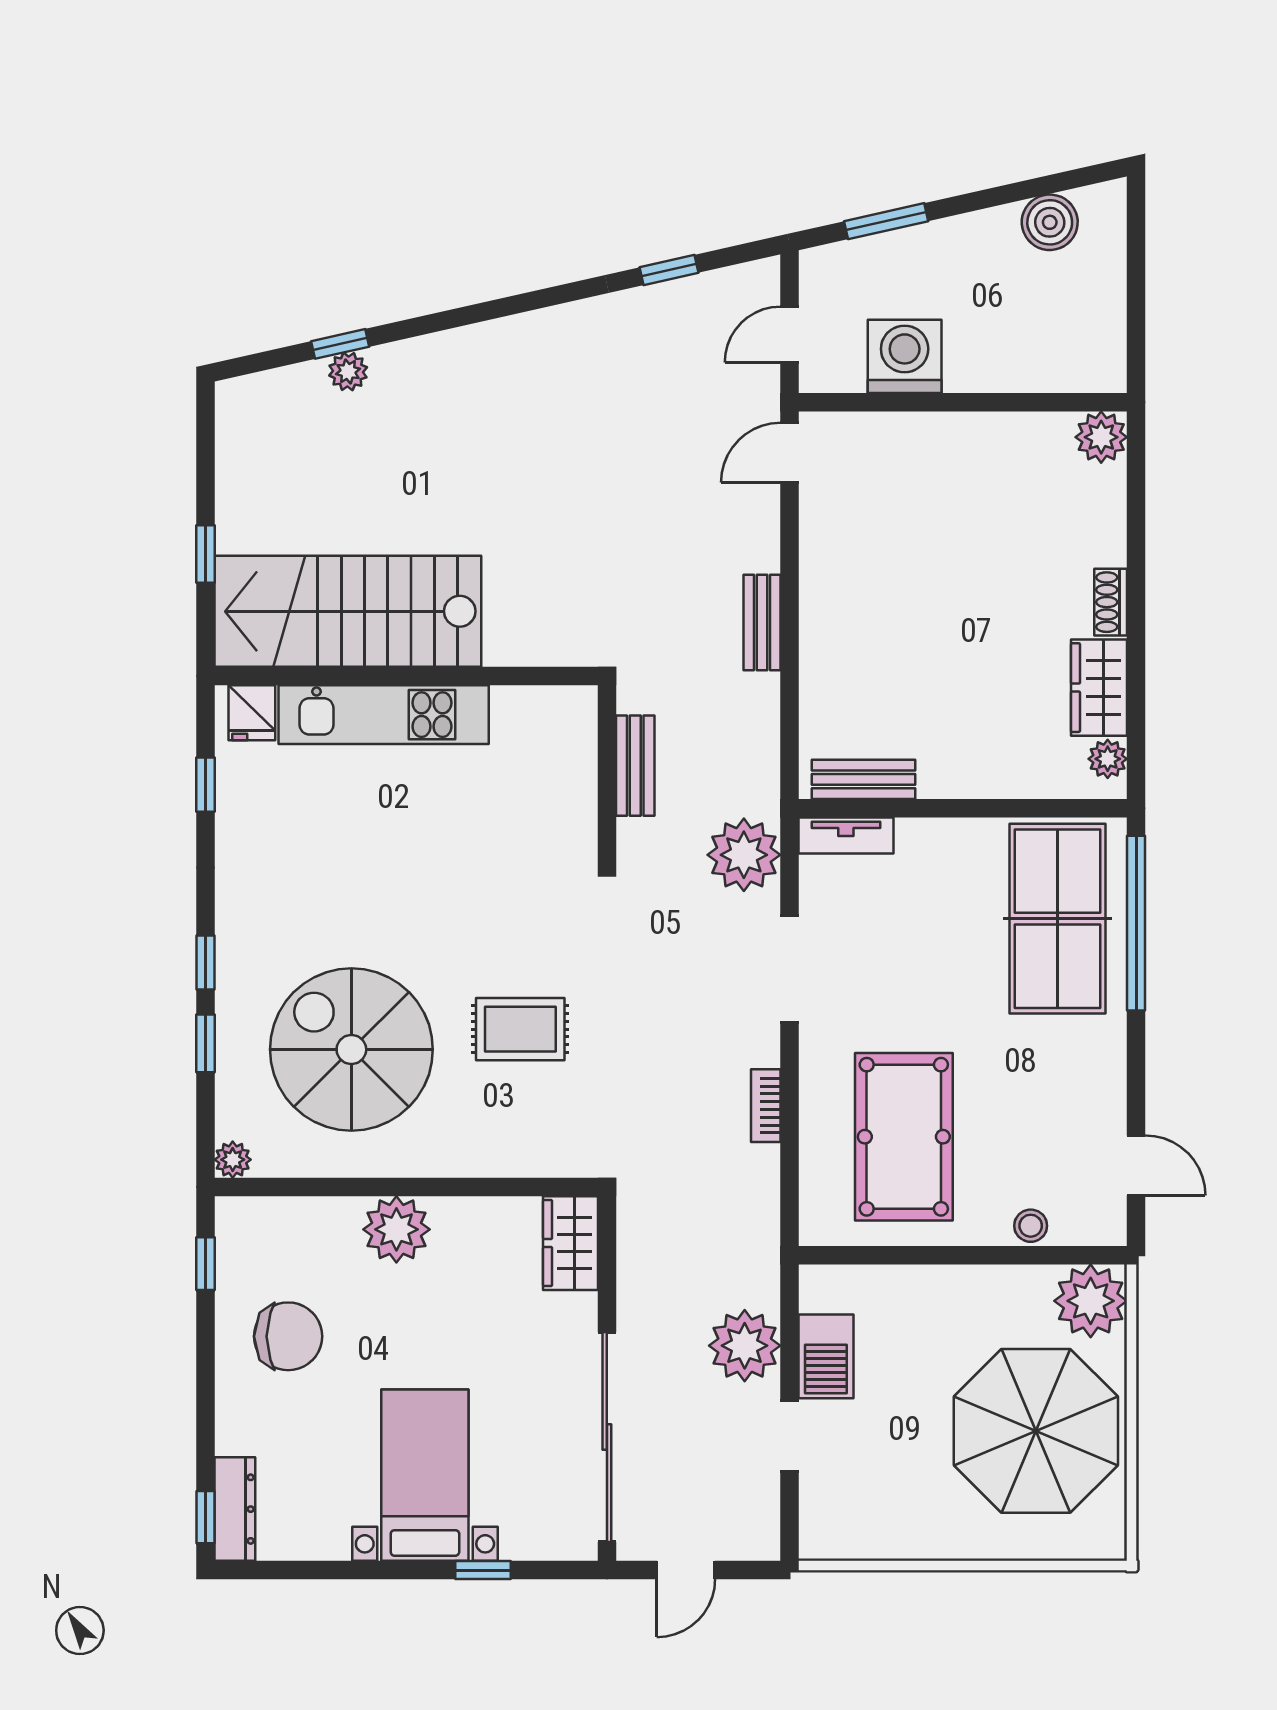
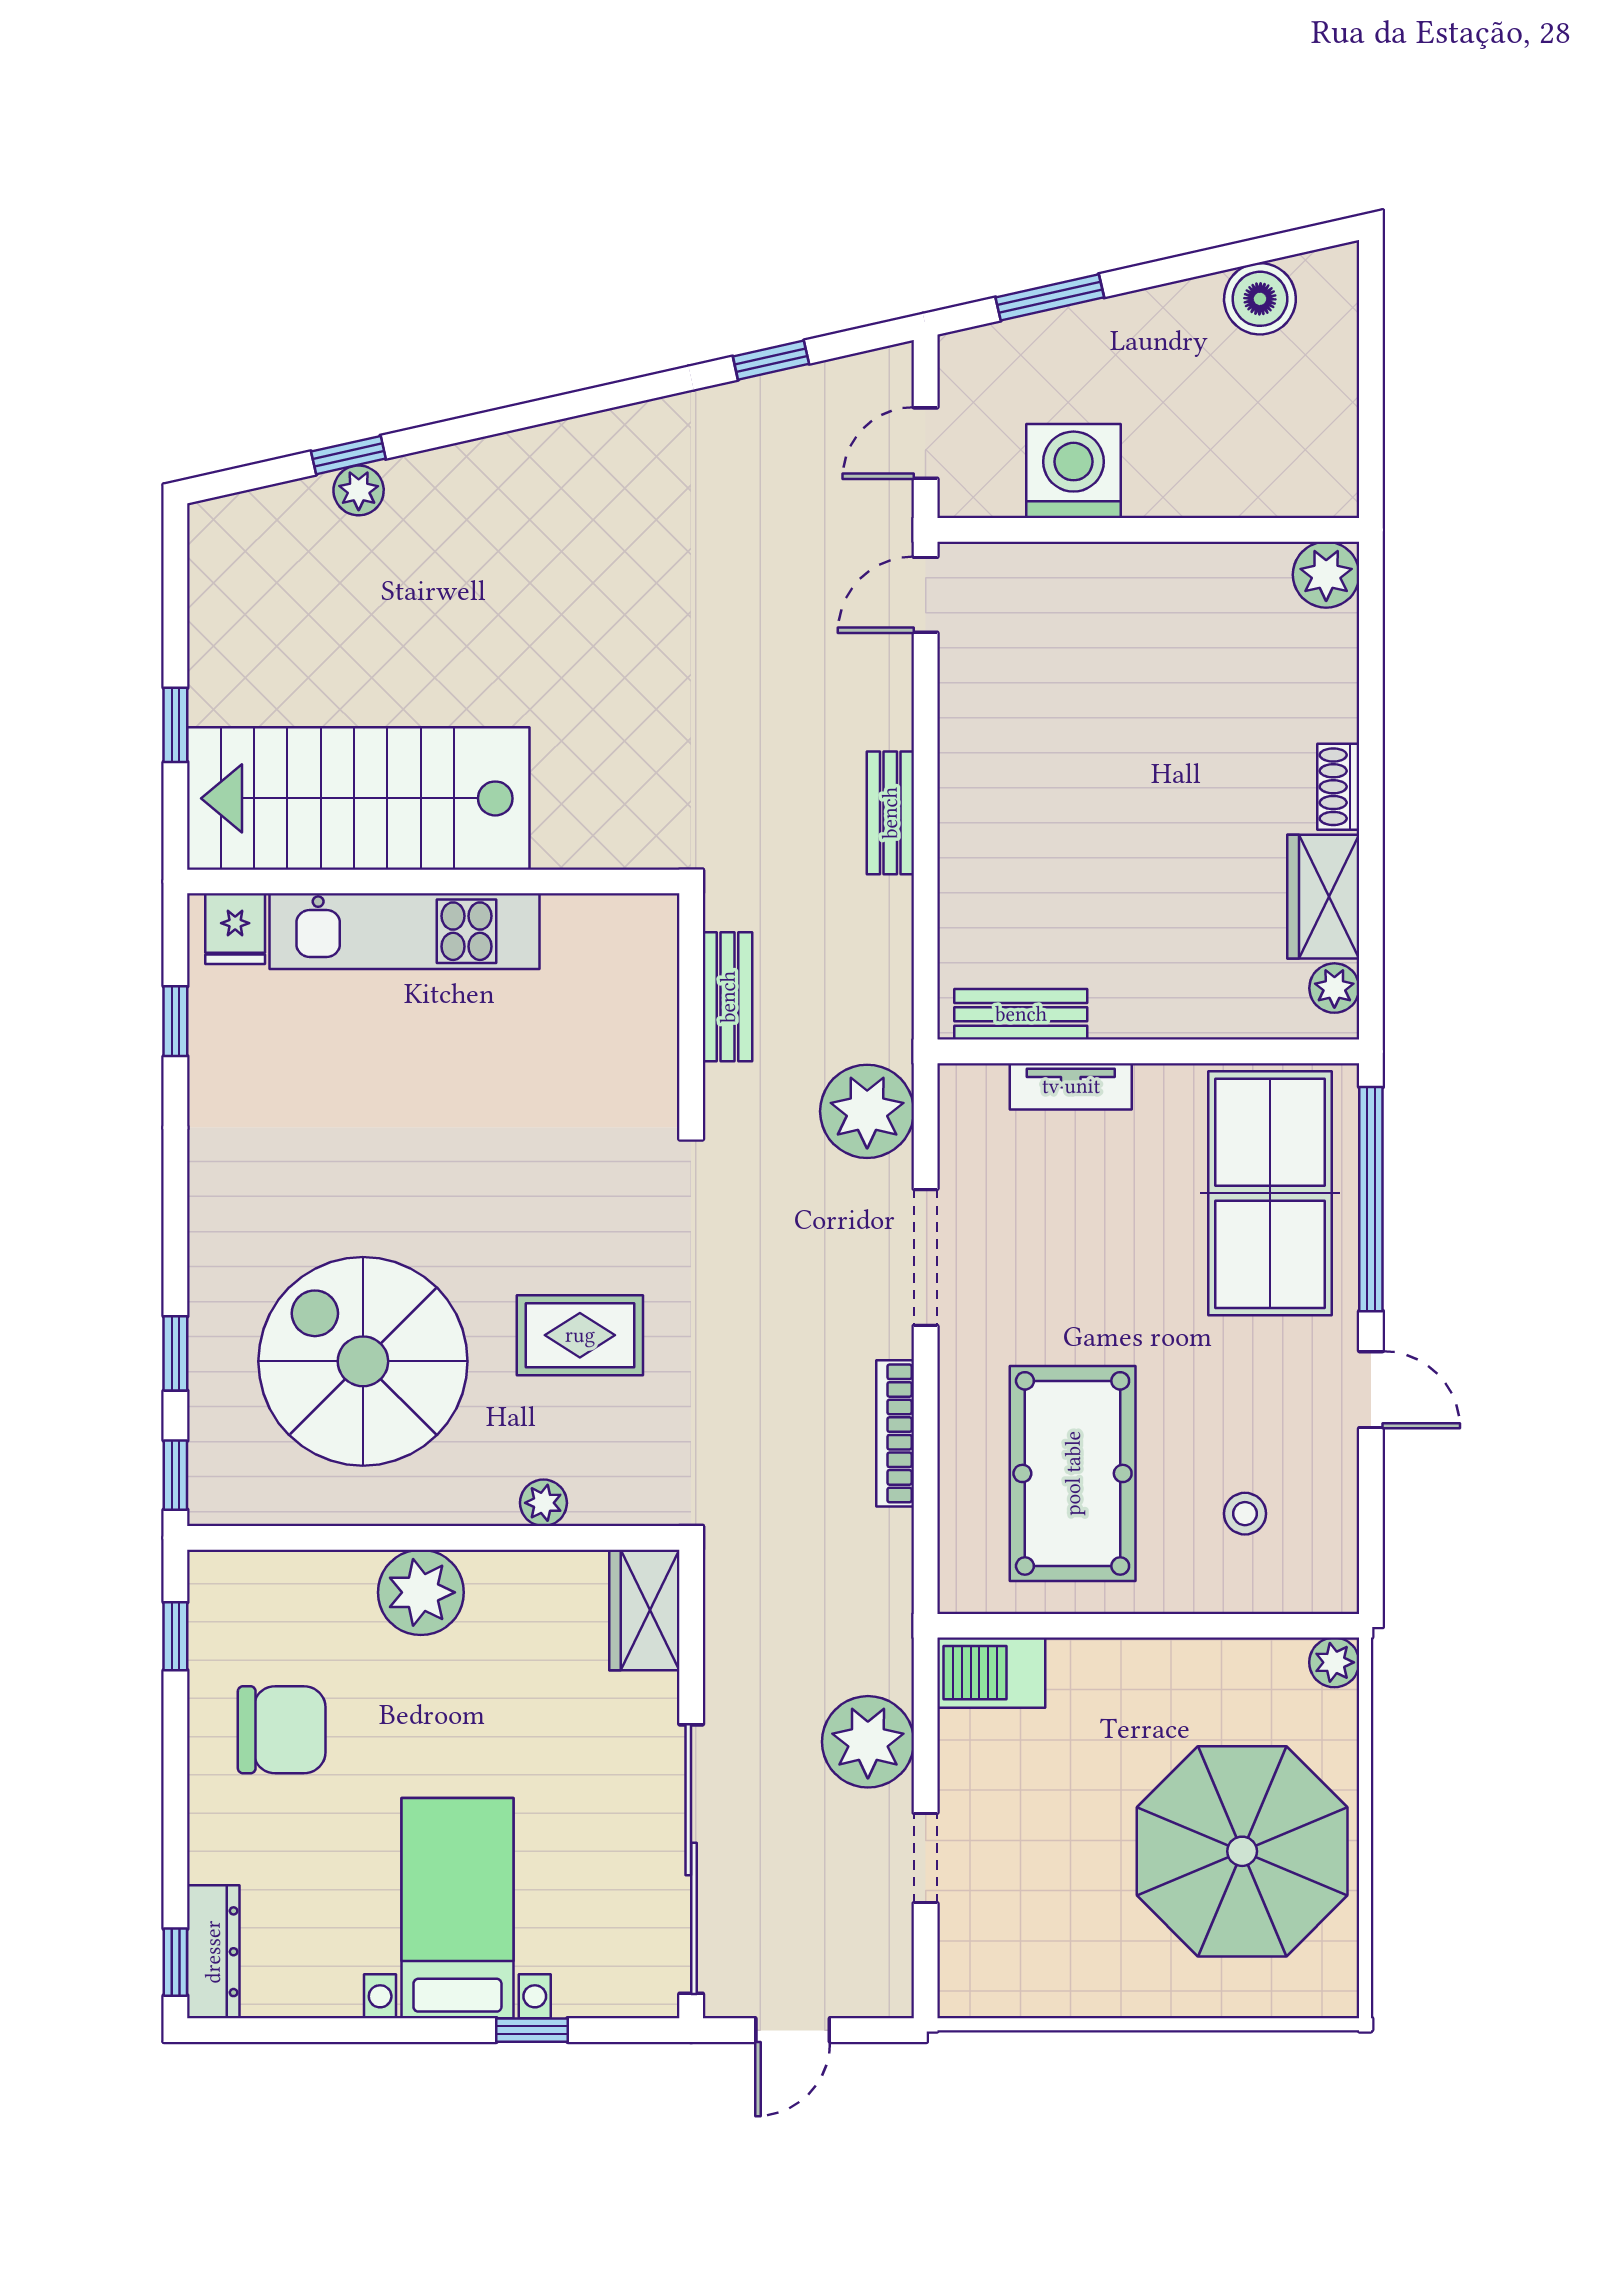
tv unit: (846, 835) -> (1071, 1086), moved
window: (205, 963) -> (175, 1475), moved
bookcase: (766, 1106) -> (895, 1433), width x1.56
plant: (233, 1160) -> (543, 1503), moved
door: (1136, 1165) -> (1371, 1390), moved
stool: (1031, 1226) -> (1245, 1514), moved
plant: (1091, 1301) -> (1334, 1662), width x0.53, depth x0.53
barbecue: (826, 1356) -> (991, 1673), moved, turned 90

